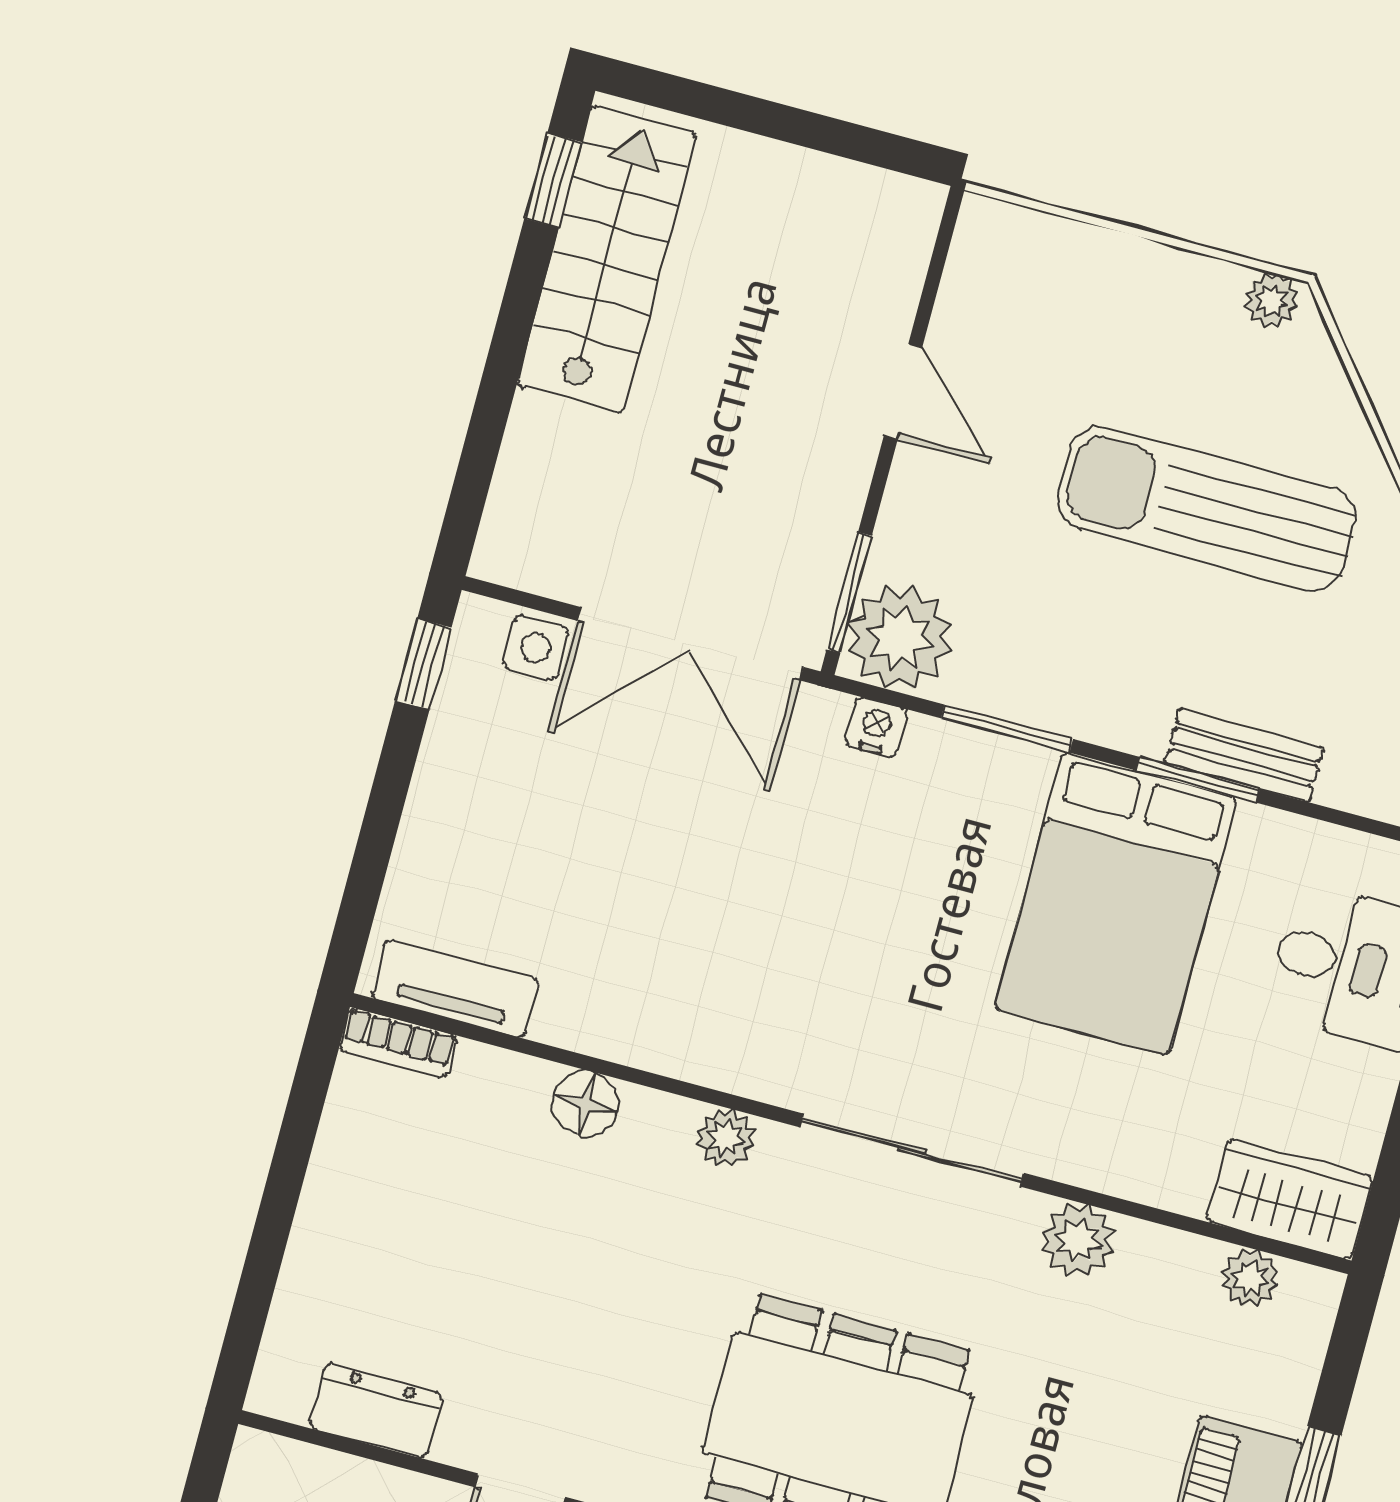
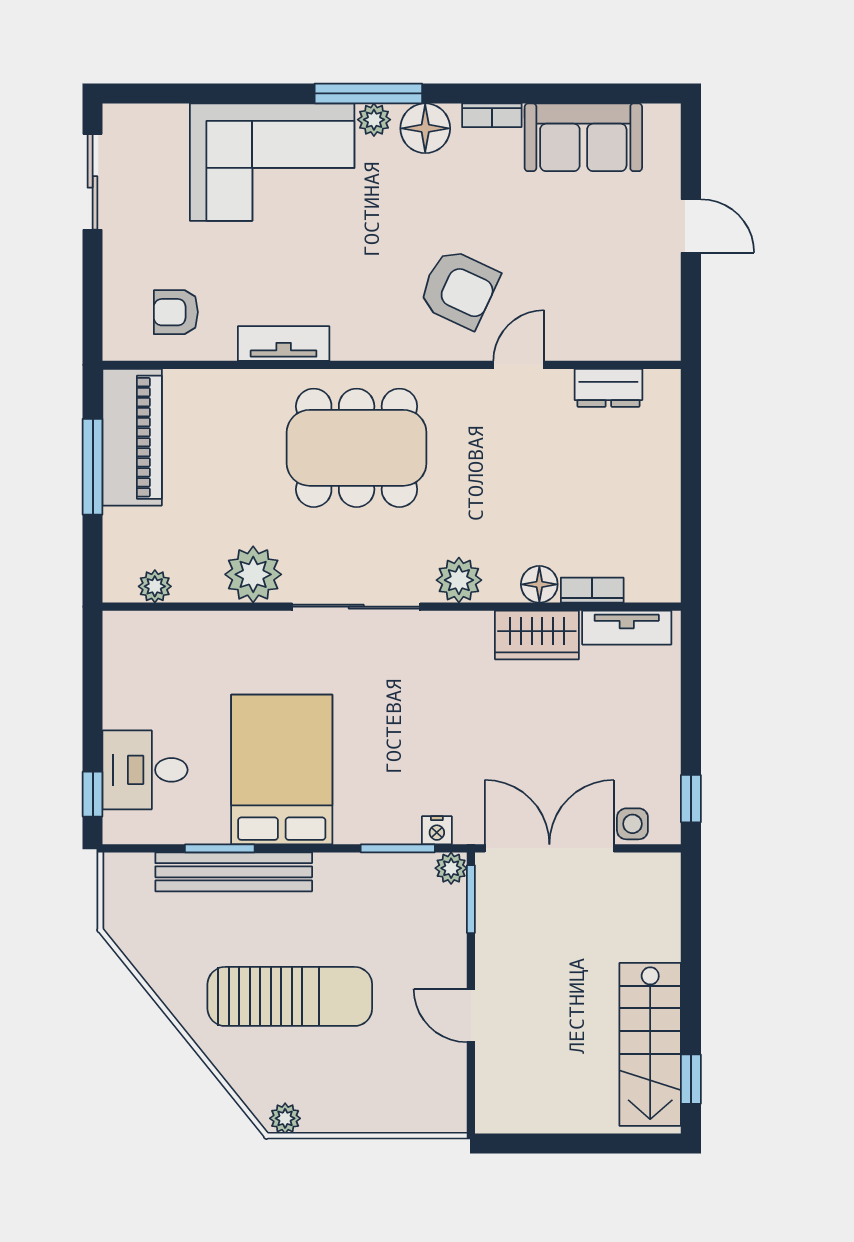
plant: (899, 638) -> (451, 868), width x0.53, depth x0.53
window: (1007, 729) -> (398, 848), moved
bench: (1244, 755) -> (234, 872), width x1.86, depth x1.21
window: (1198, 780) -> (220, 848), moved
bookcase: (398, 1043) -> (592, 590), moved
plant: (725, 1138) -> (459, 580), width x1.38, depth x1.38
wardrobe: (1289, 1199) -> (537, 635), moved
plant: (1078, 1240) -> (253, 574), width x1.36, depth x1.36

